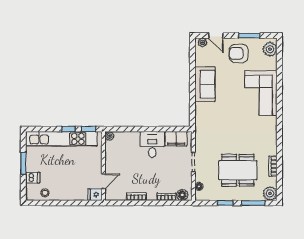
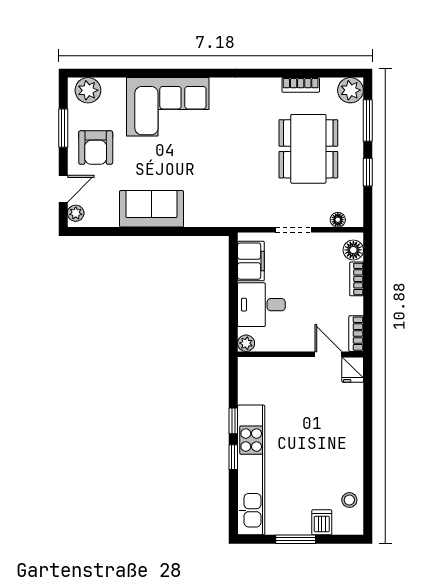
plant: (109, 136) -> (246, 343), moved
wall: (103, 166) -> (301, 354), moved
door: (103, 181) -> (328, 354), moved
fridge: (95, 195) -> (353, 370), moved

